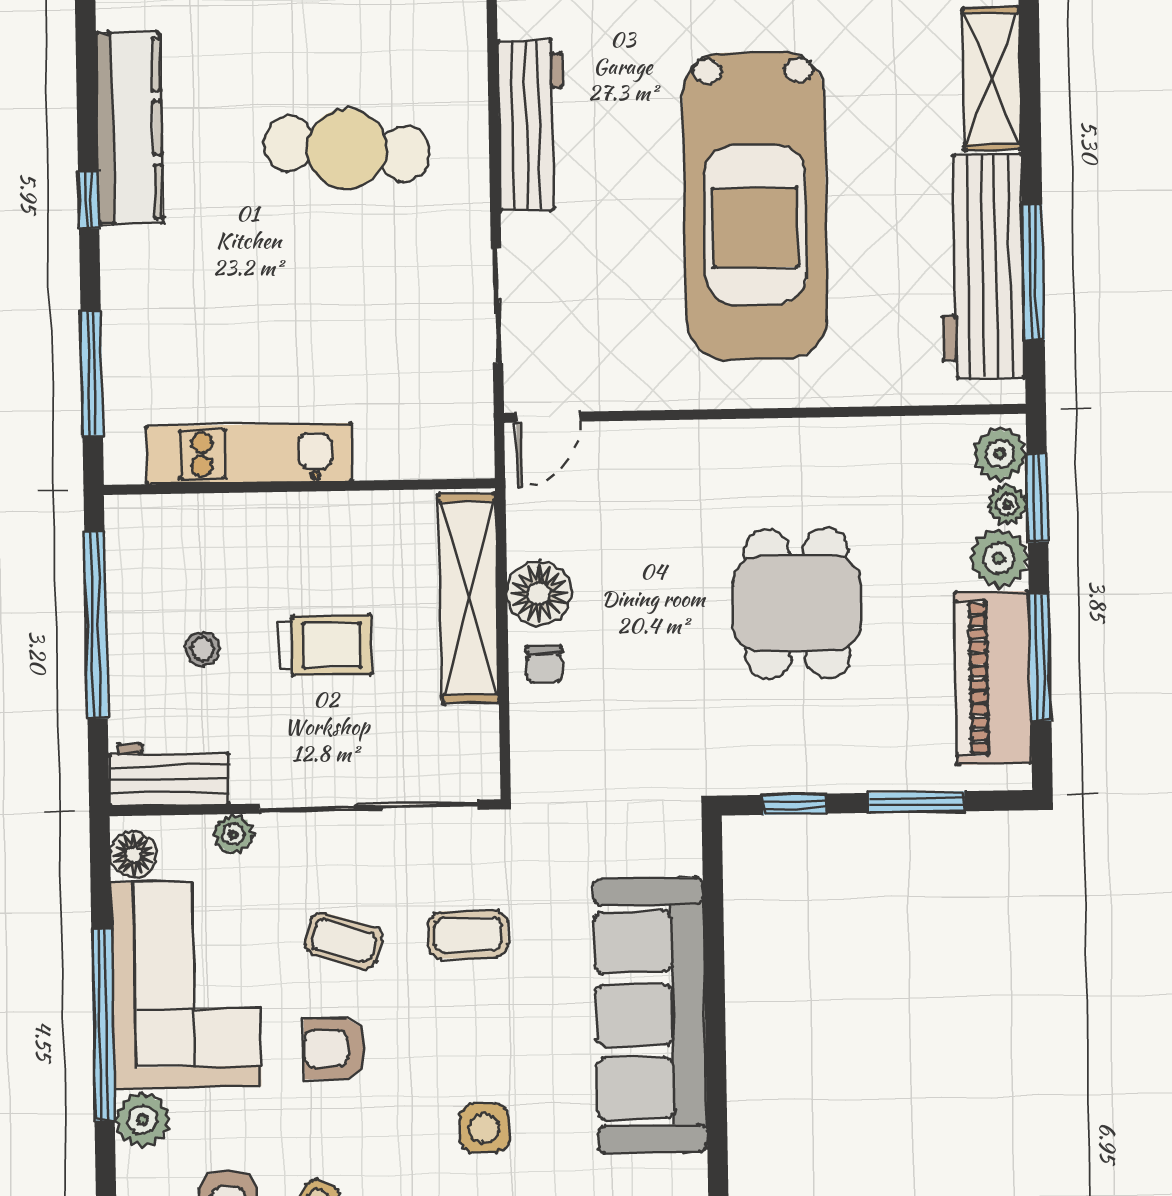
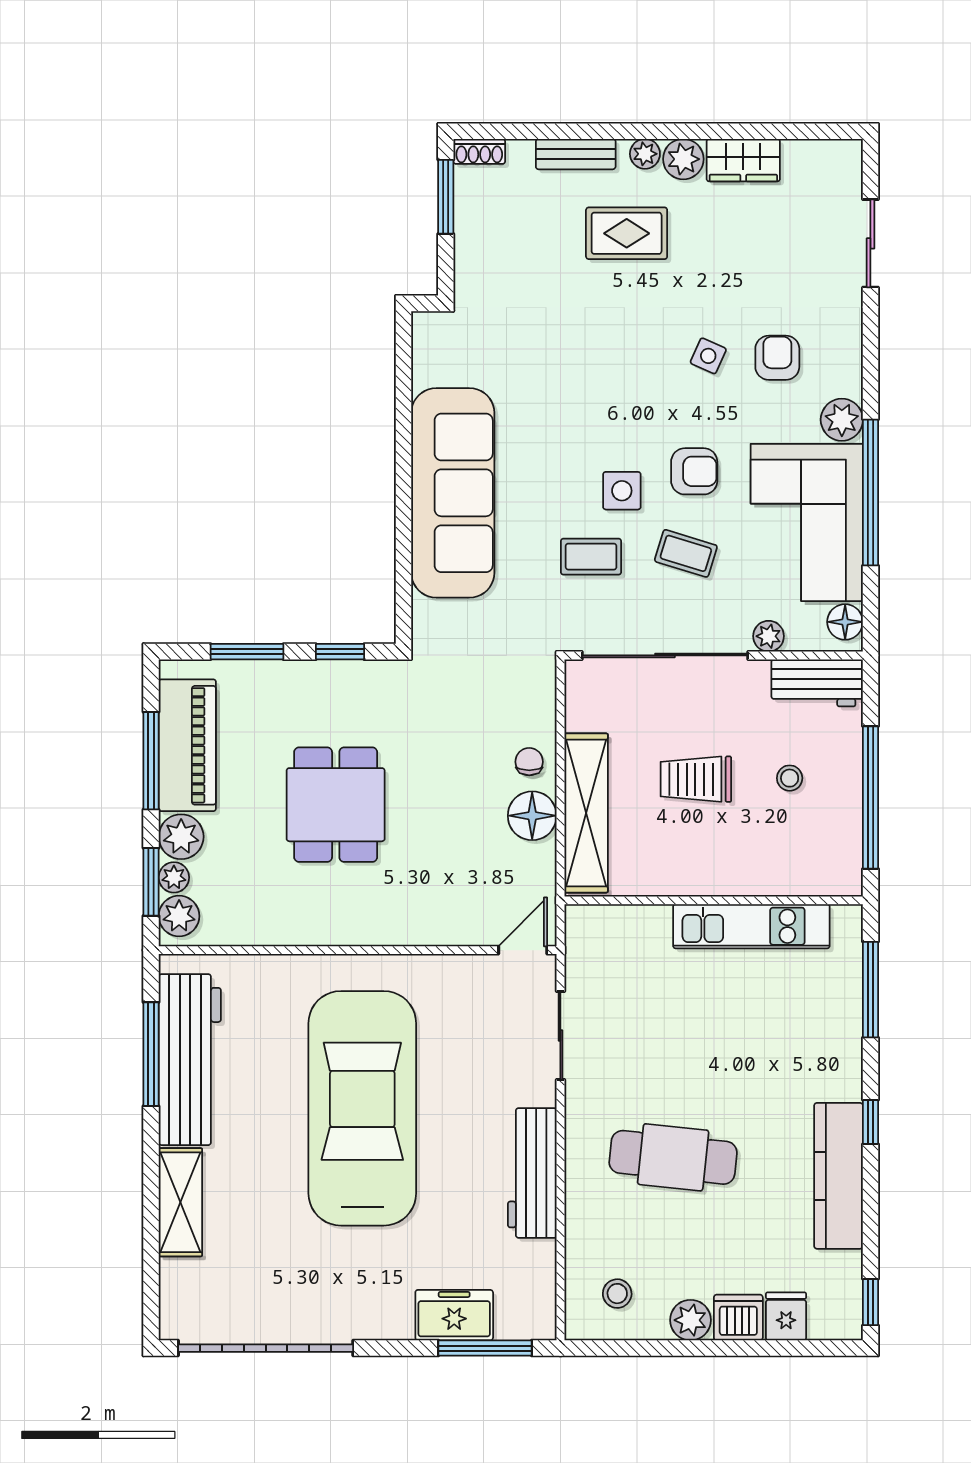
side table: (484, 1128) -> (622, 491), moved

